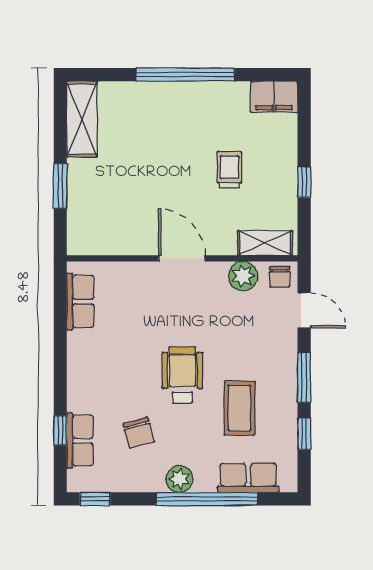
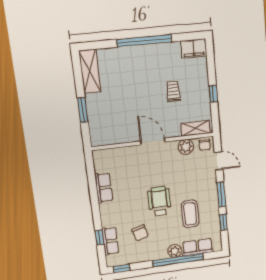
row of seats: (80, 302) -> (104, 188), moved
plant: (179, 479) -> (175, 251), moved

